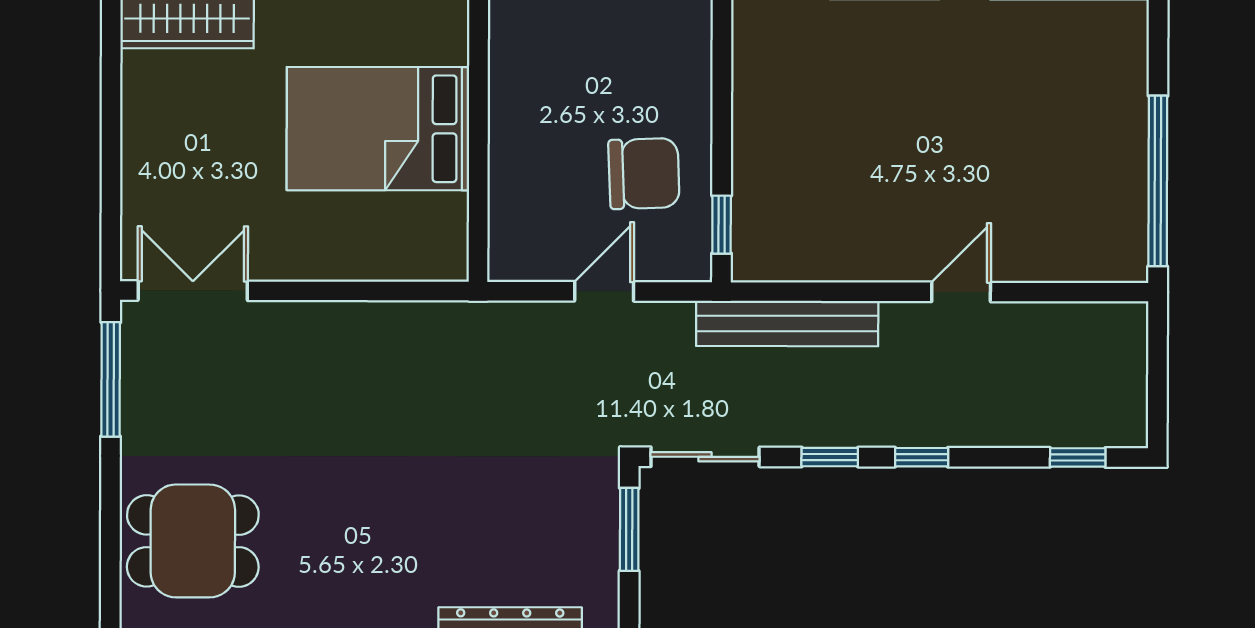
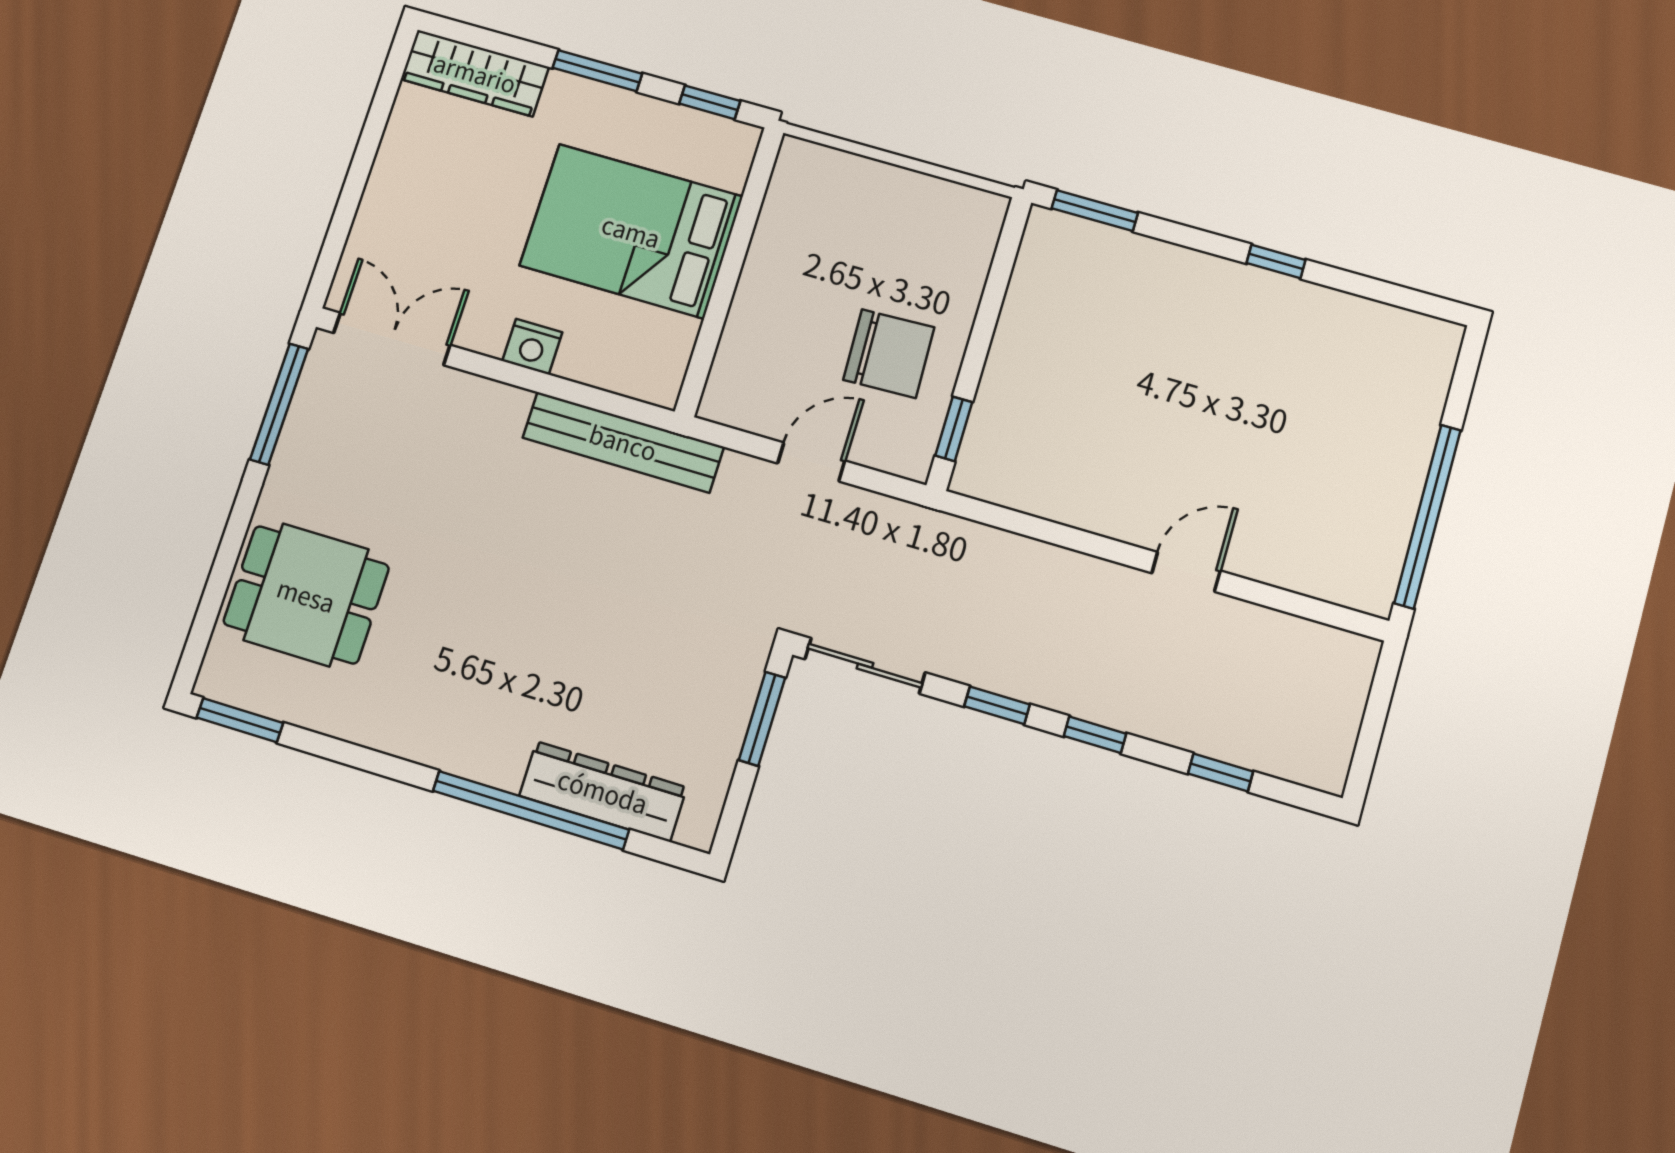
nightstand: (322, 261) -> (532, 347), added
bench: (787, 323) -> (623, 442), moved
window: (1078, 457) -> (1221, 773), moved

